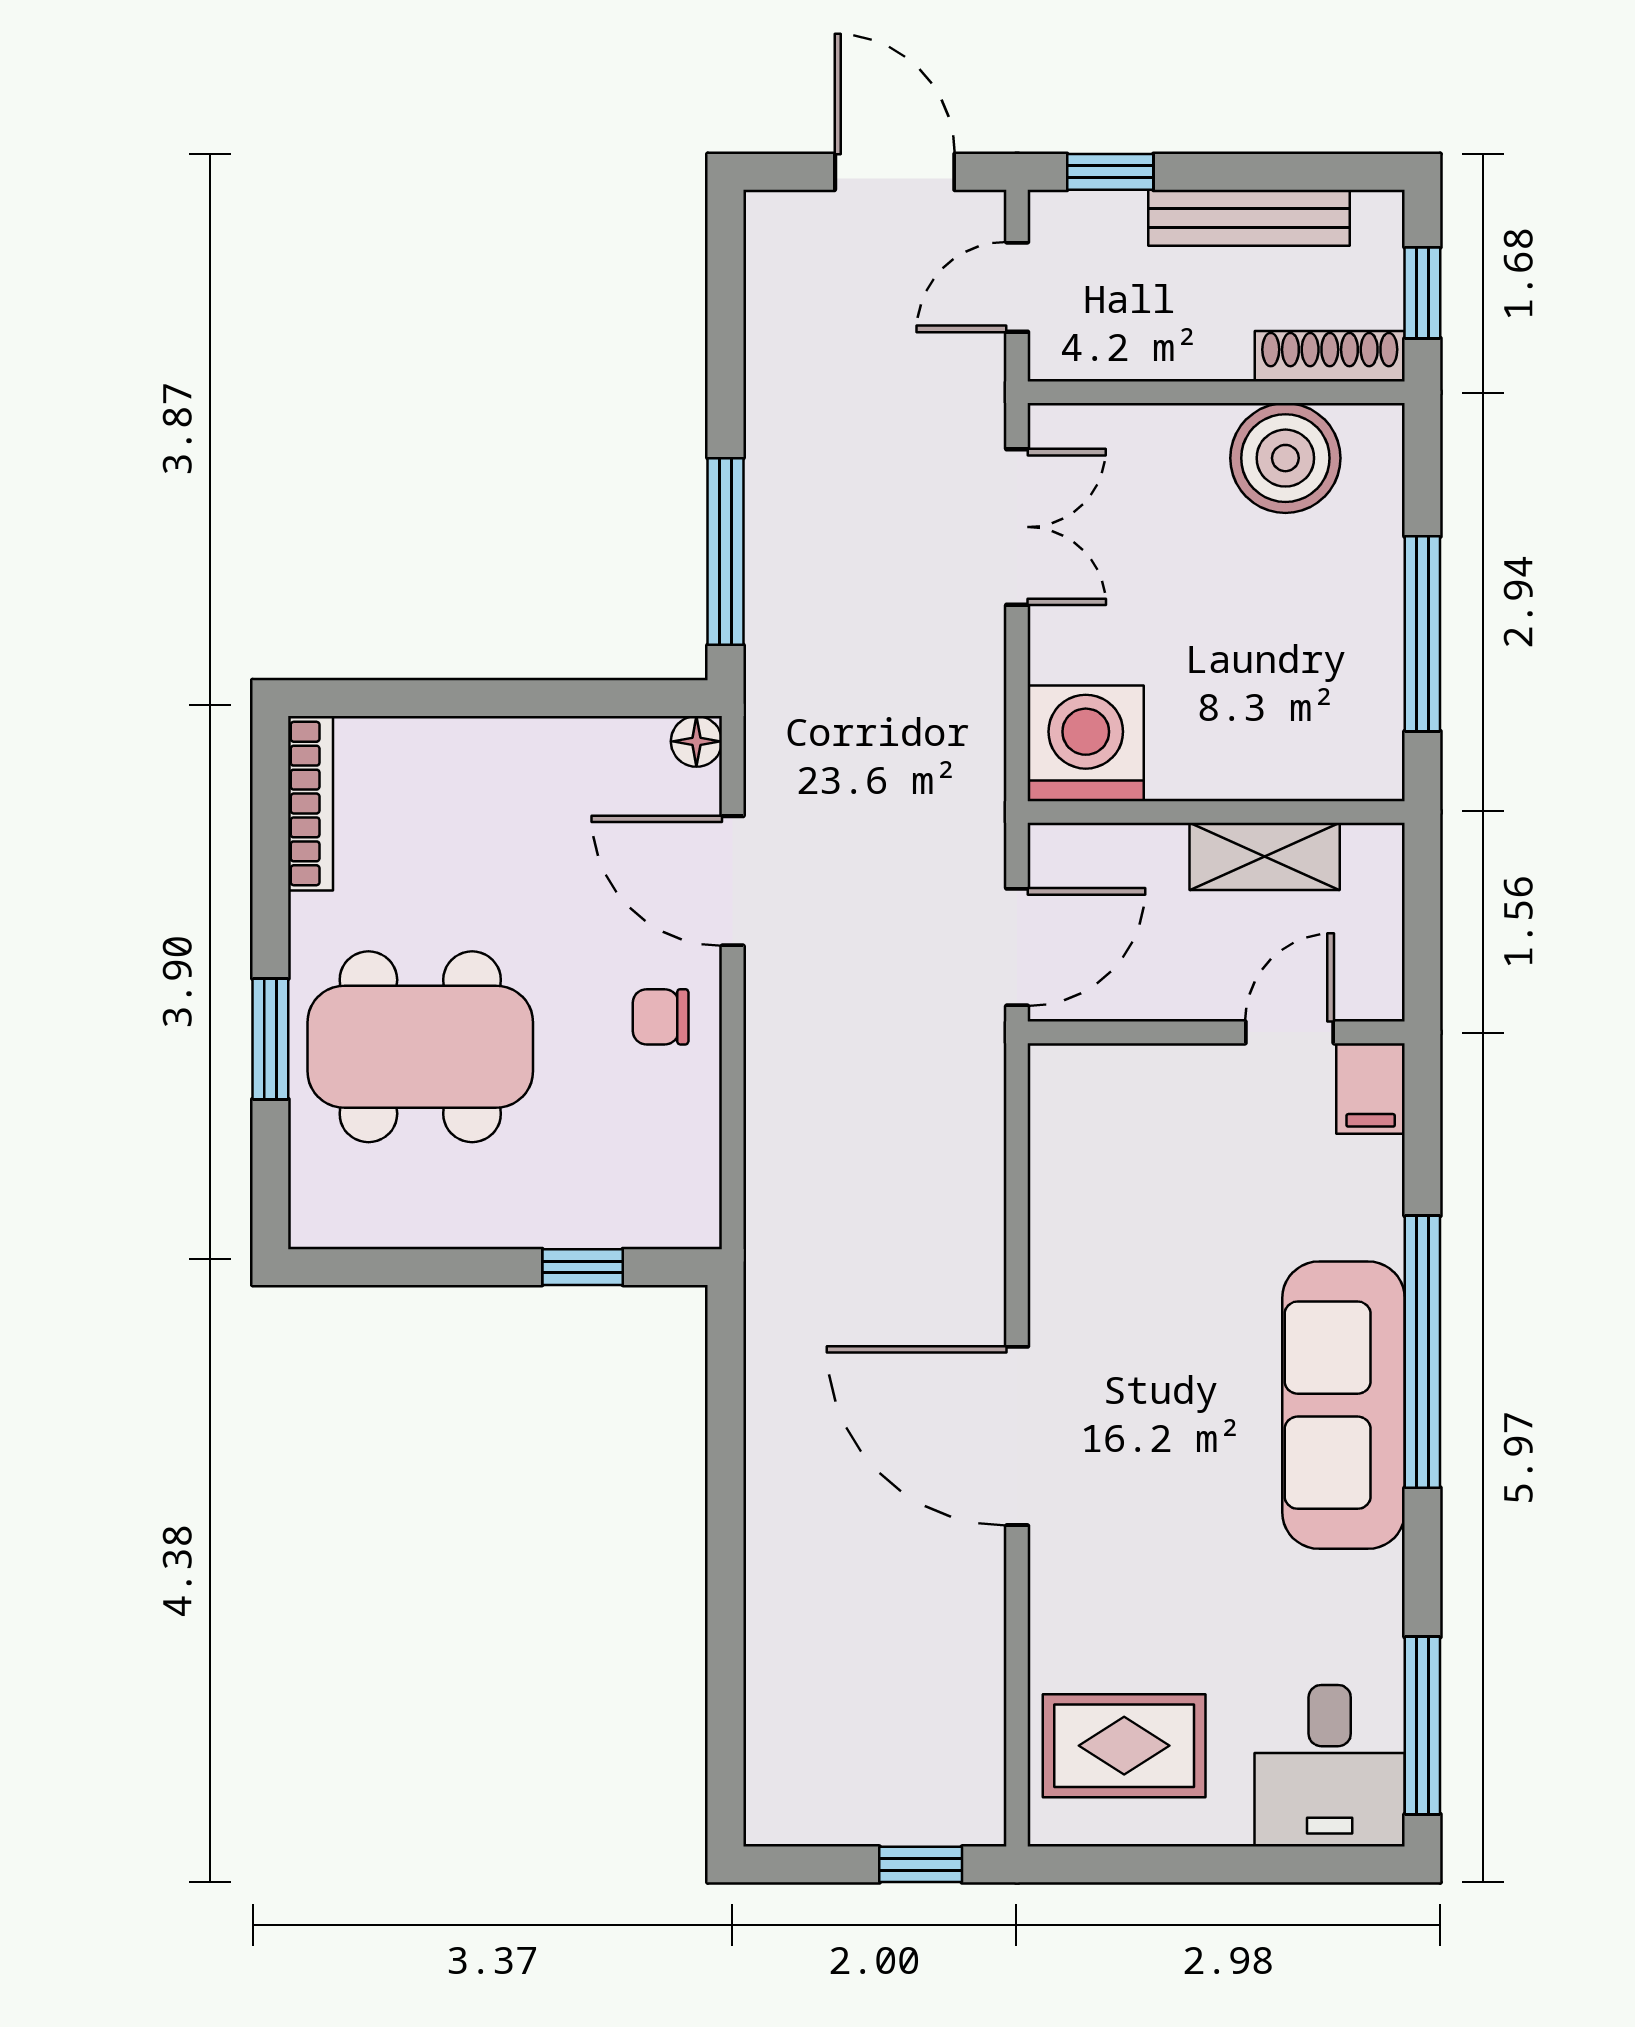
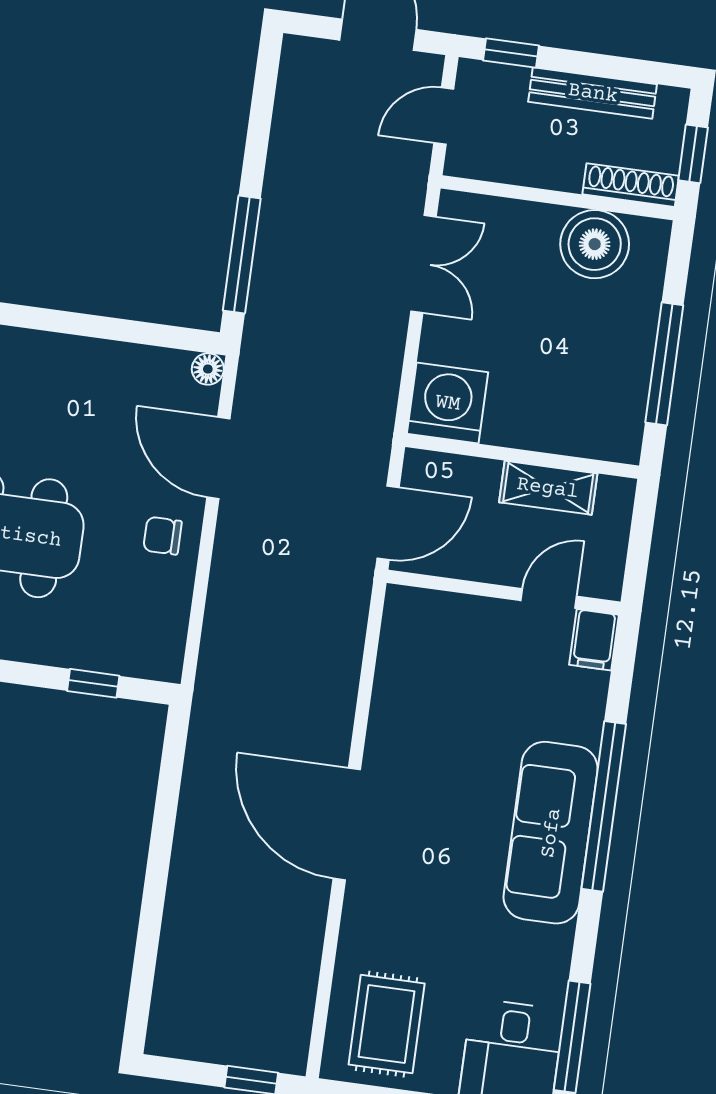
rug: (1124, 1746) -> (387, 1024), turned 90

